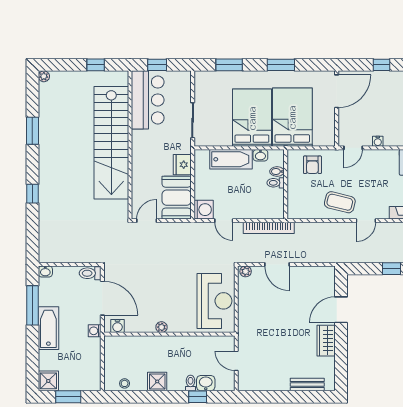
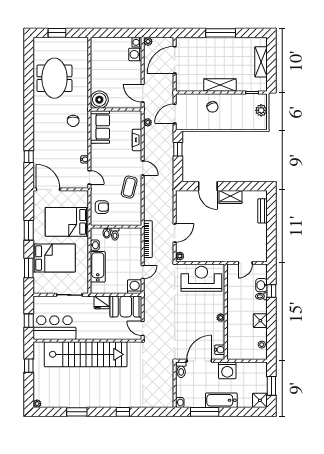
bed: (252, 118) -> (54, 258), moved, turned 180
washing machine: (95, 331) -> (227, 370), width x1.89, depth x1.89

